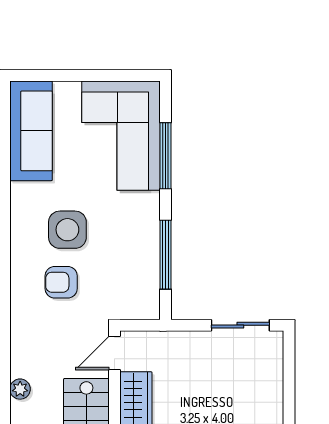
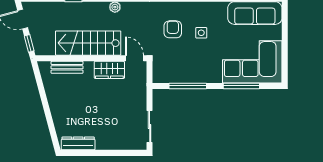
side table: (67, 230) -> (201, 33), width x0.54, depth x0.54

